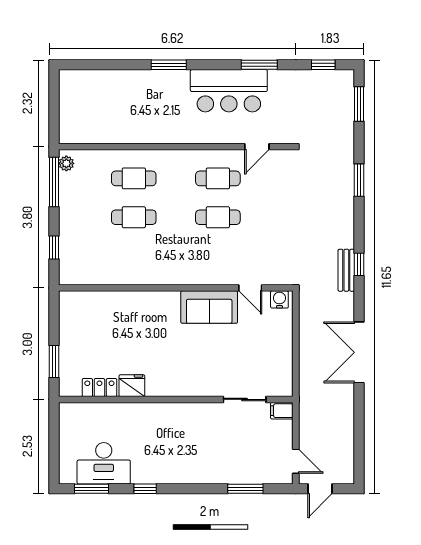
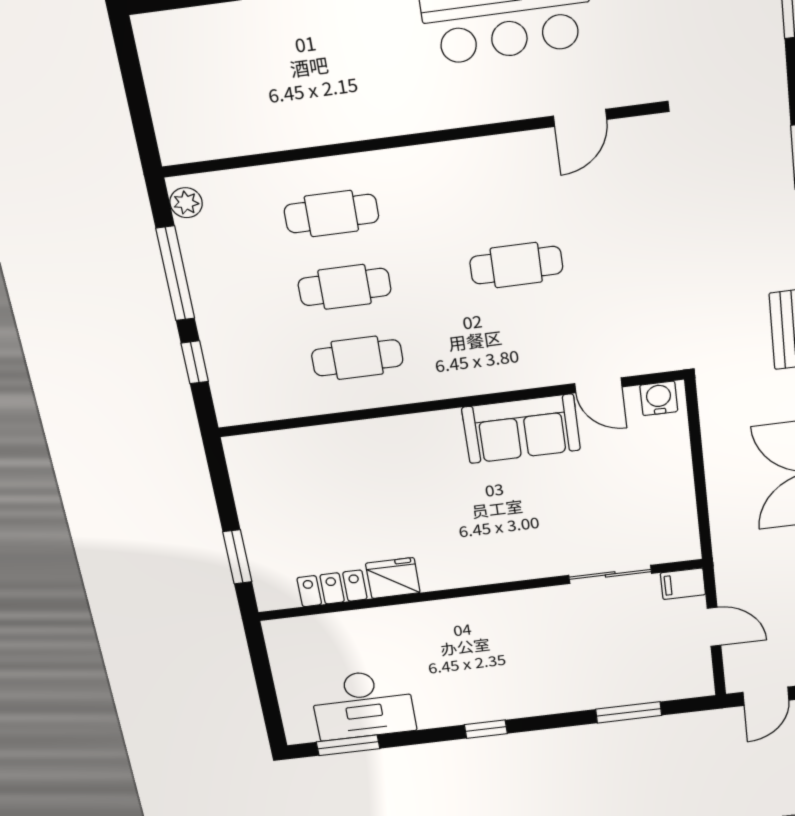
cafe table: (218, 178) -> (357, 358), moved
window: (54, 182) -> (175, 274), moved
door: (296, 461) -> (714, 627), moved
window: (145, 489) -> (486, 729), moved

